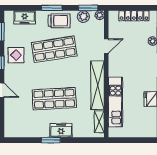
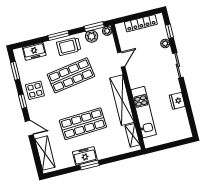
trolley: (59, 21) -> (69, 46), turned 180
shelving: (11, 118) -> (45, 153), added
freezer: (61, 130) -> (85, 156), moved

